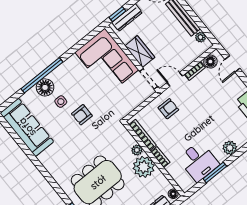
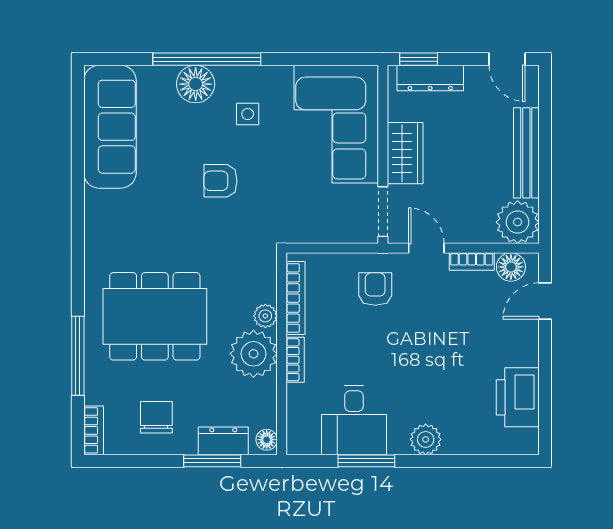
plant: (200, 37) -> (518, 222), width x1.87, depth x1.87
side table: (61, 102) -> (248, 114), moved
armchair: (168, 109) -> (375, 289), turned -90

